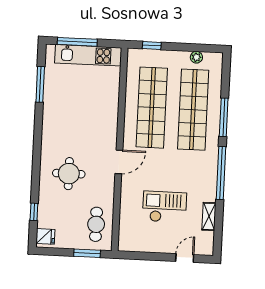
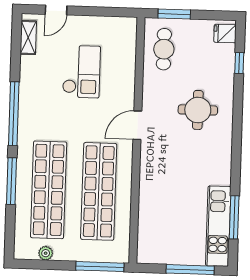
window: (152, 45) -> (100, 267), width x2.17
kitchen unit: (88, 55) -> (218, 226), moved, turned -90
checkout: (164, 207) -> (81, 72), turned -90
shelving: (209, 216) -> (28, 38), moved

